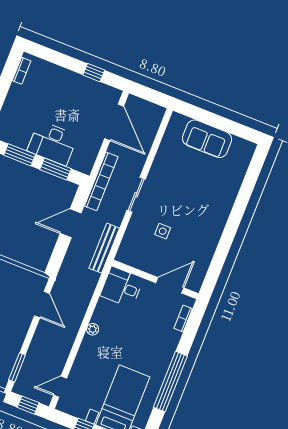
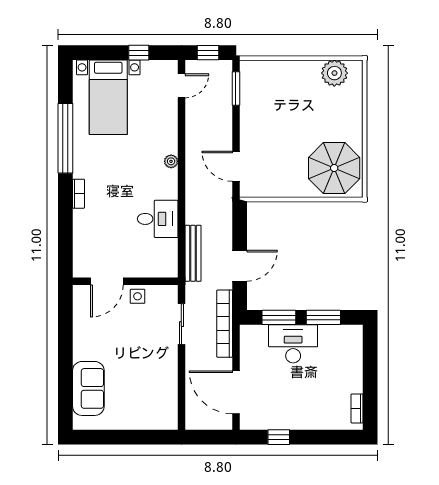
sofa: (207, 139) -> (88, 388), moved, turned 90
wall: (155, 279) -> (125, 281), moved
door: (170, 285) -> (107, 281), moved
bookcase: (183, 318) -> (78, 194), moved

